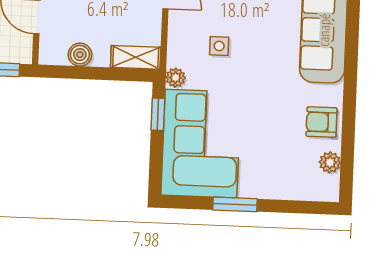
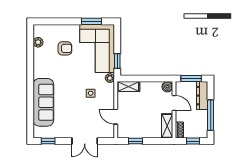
boiler: (80, 55) -> (167, 87), moved
armchair: (322, 122) -> (65, 48), moved
window: (235, 204) -> (91, 21), moved

